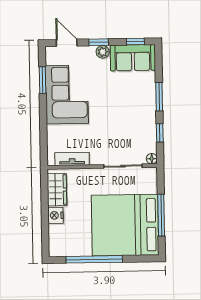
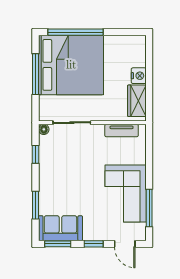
window: (135, 42) -> (58, 244), width x1.50
plant: (103, 52) -> (90, 235), removed
window: (42, 80) -> (149, 208), width x1.44
window: (159, 97) -> (36, 205), moved
window: (94, 259) -> (76, 32), moved

